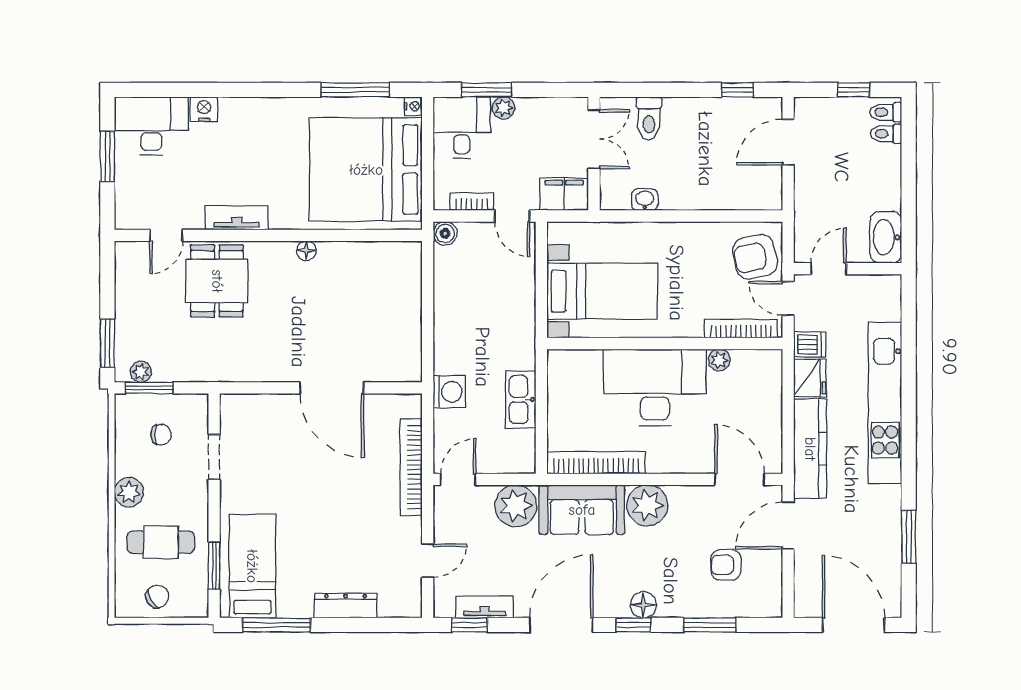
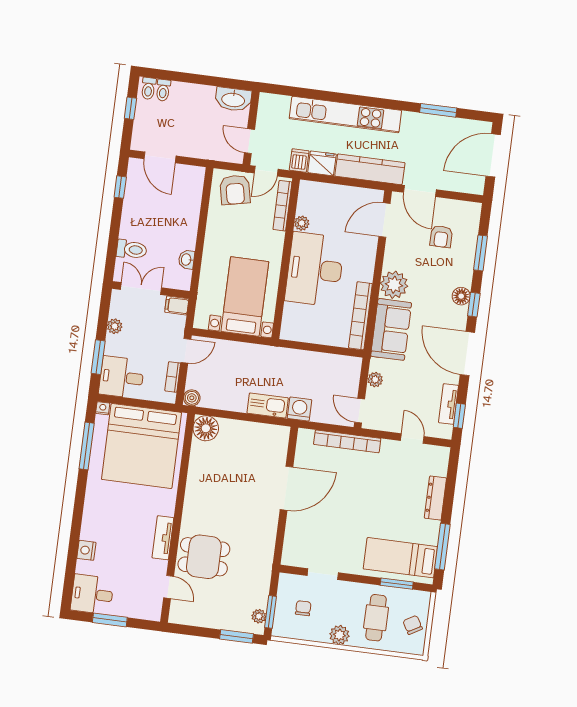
plant: (504, 108) -> (115, 326), moved
desk: (151, 126) -> (92, 594), width x0.73
filing cabinet: (564, 194) -> (177, 305), width x0.50
floor lamp: (306, 251) -> (206, 428), moved, width x1.89, depth x1.89
kitchen sink: (521, 399) -> (268, 405), moved, turned 180
plant: (516, 506) -> (375, 380), width x0.53, depth x0.53

